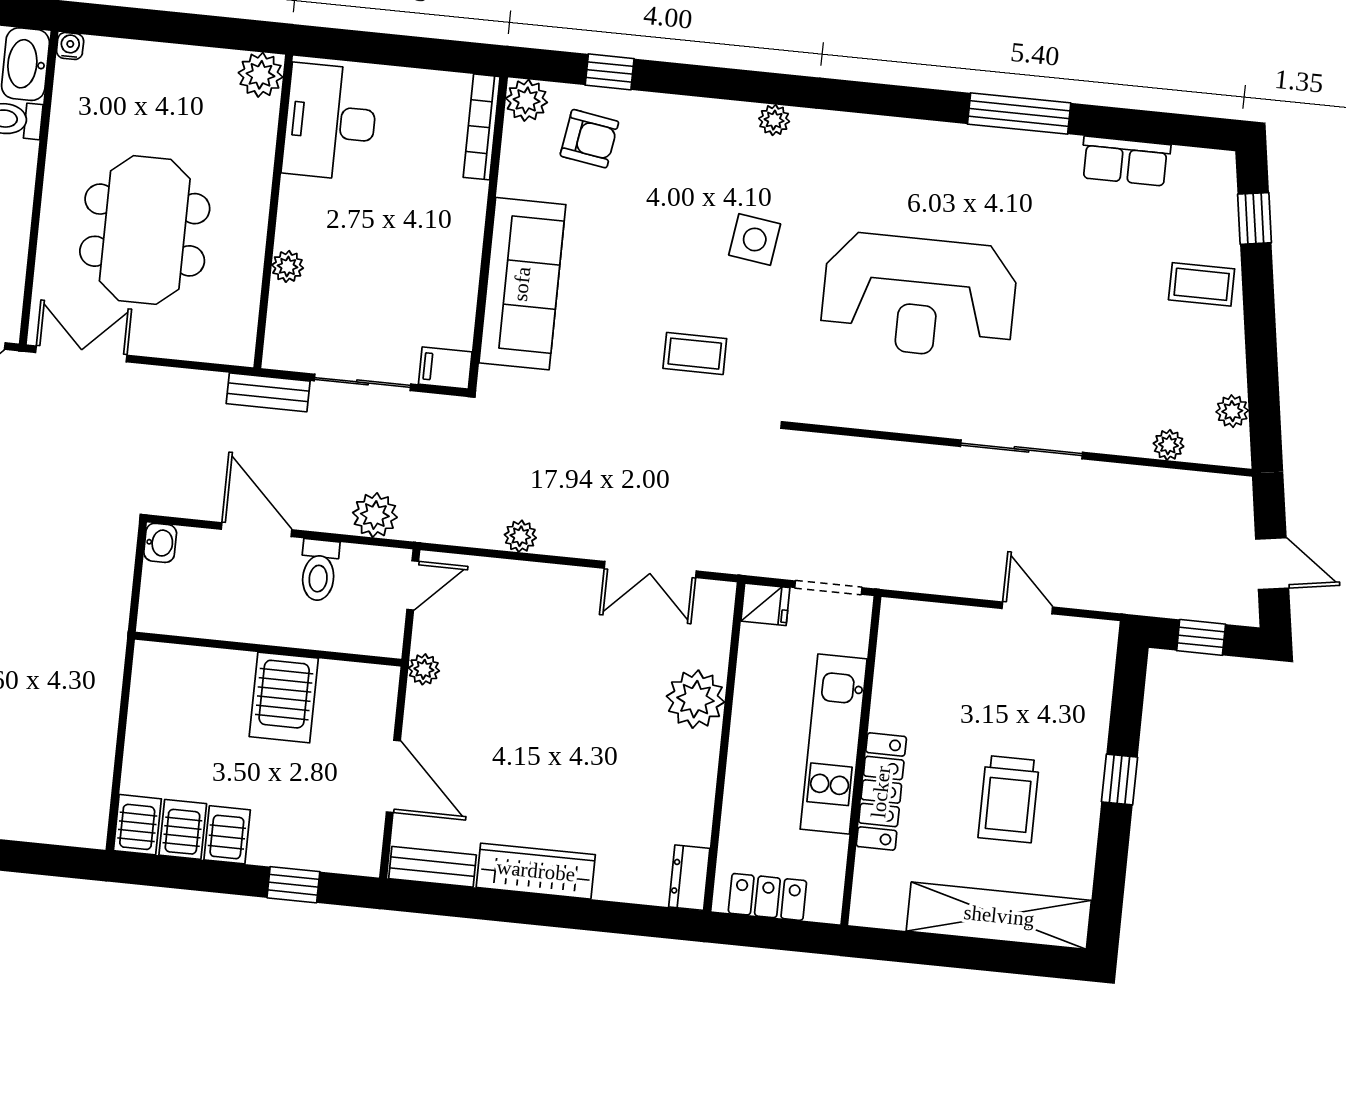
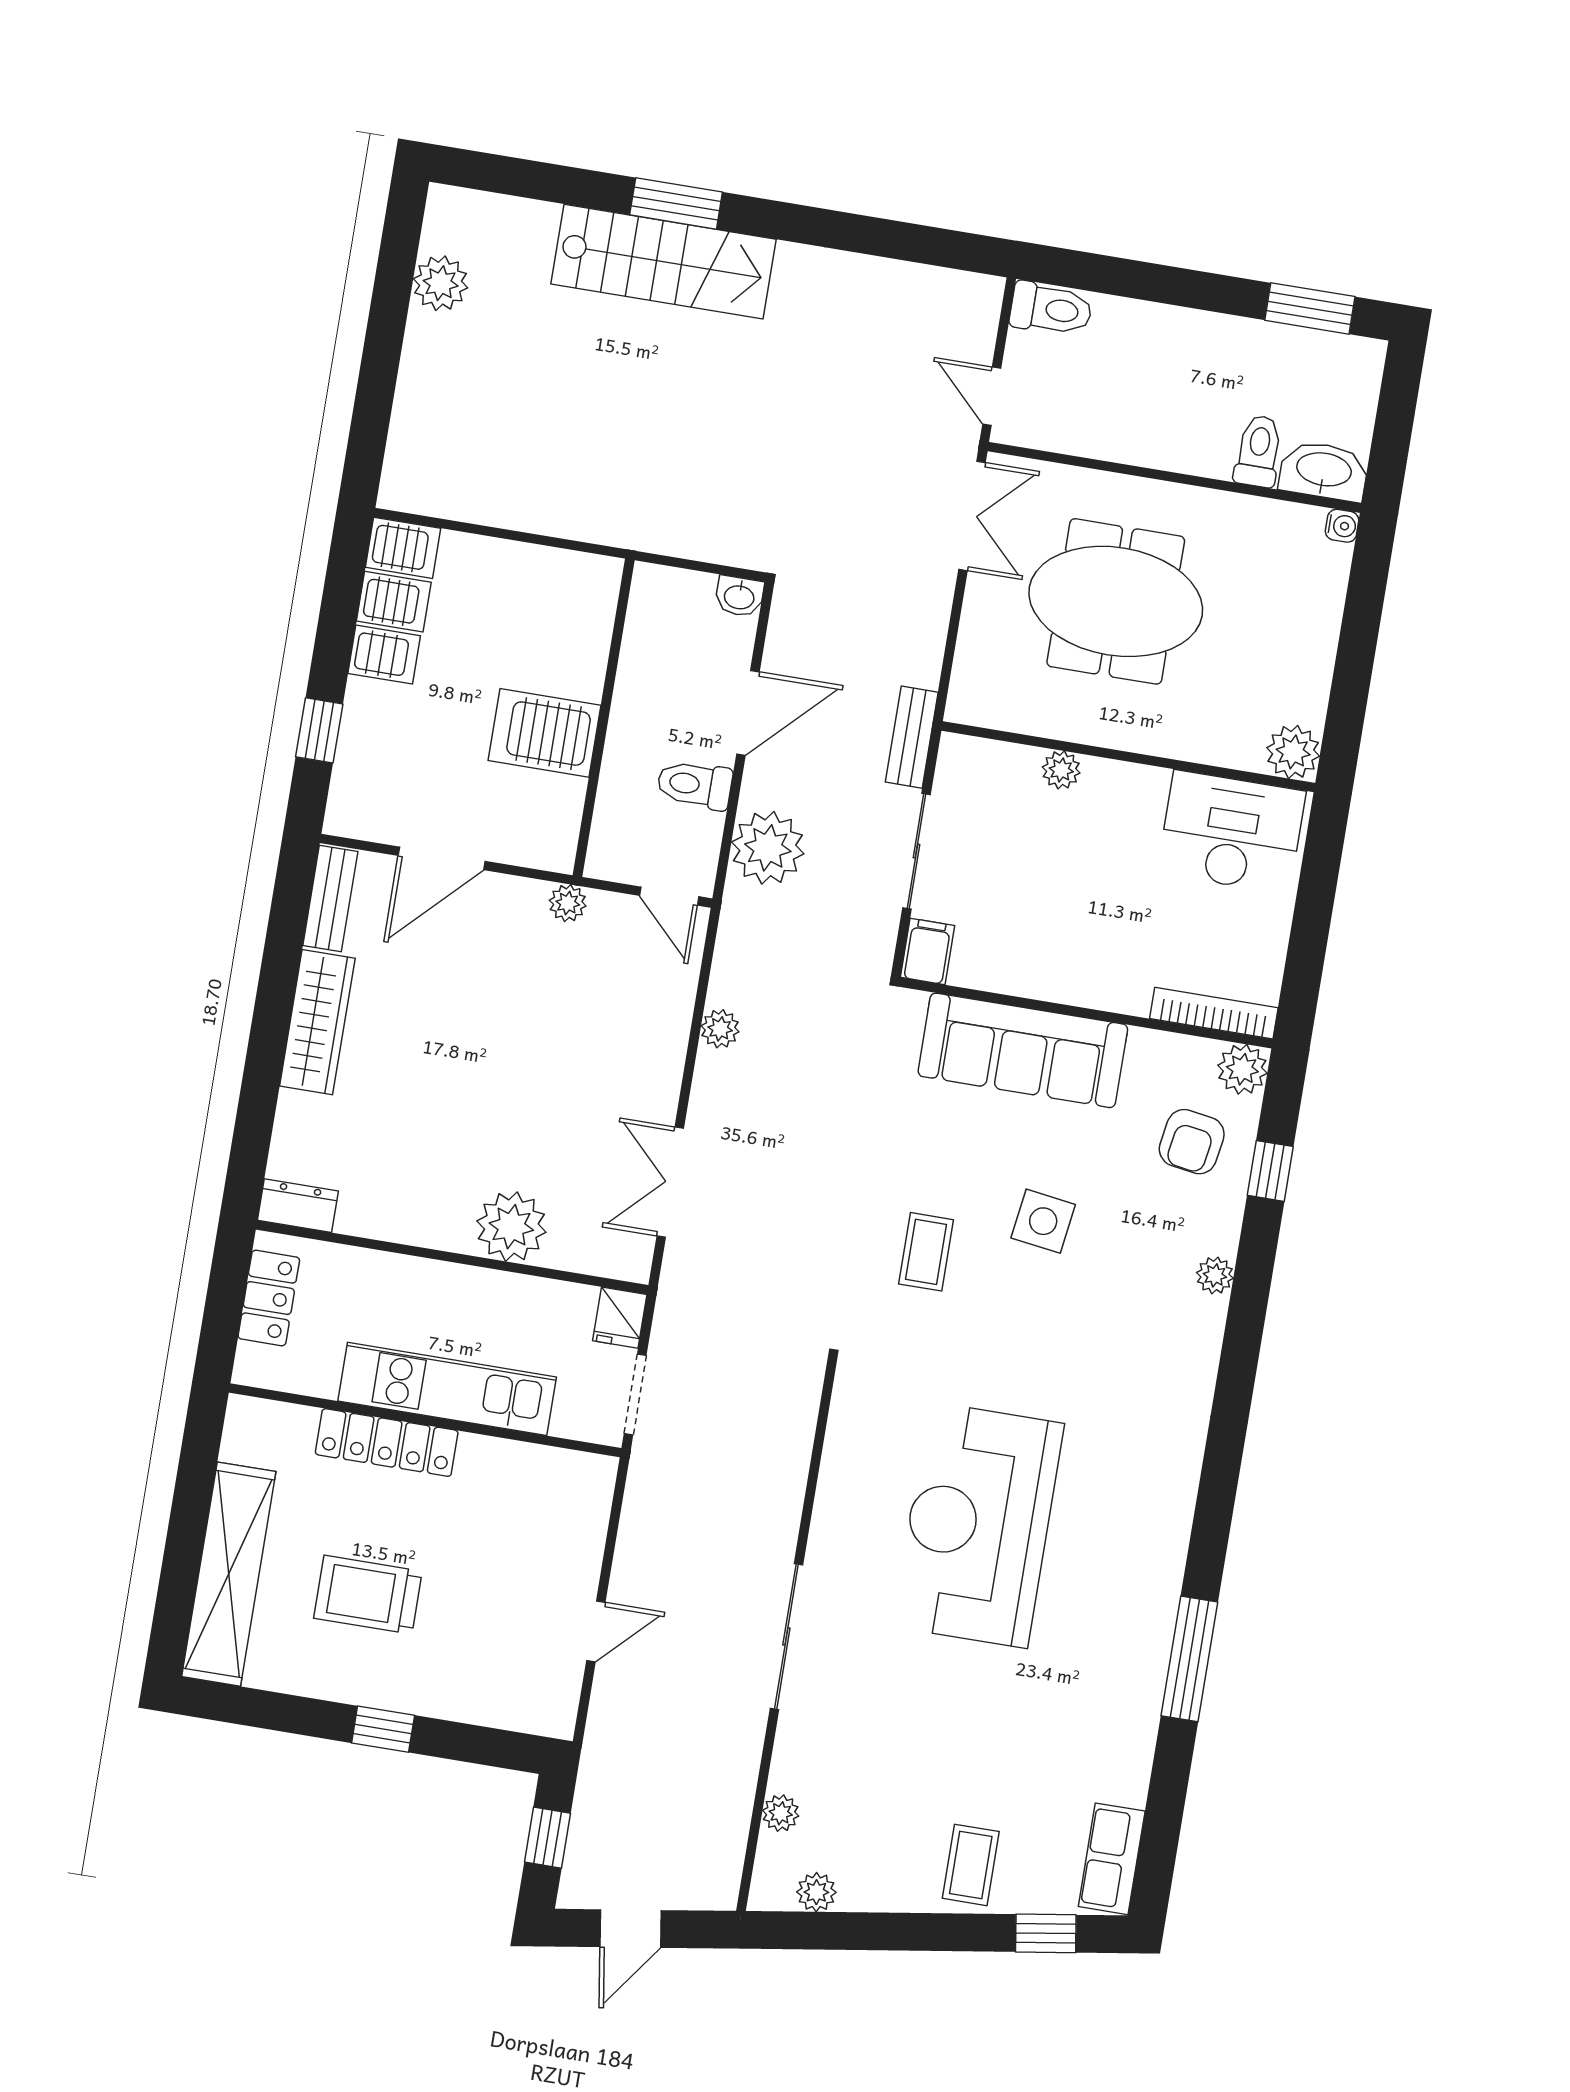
plant: (774, 120) -> (1215, 1275), moved
row of seats: (1125, 161) -> (1112, 1859), moved
side table: (755, 239) -> (1043, 1221), moved
plant: (375, 515) -> (768, 848), width x1.36, depth x1.36

